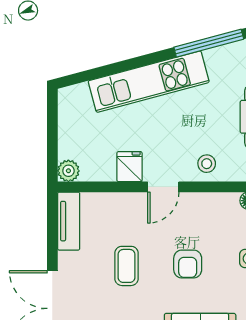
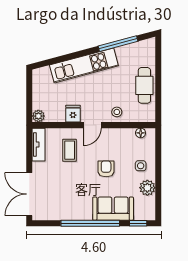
armchair: (188, 264) -> (106, 169), turned 180
coffee table: (126, 266) -> (70, 150), moved

